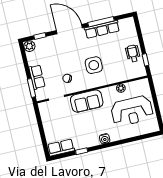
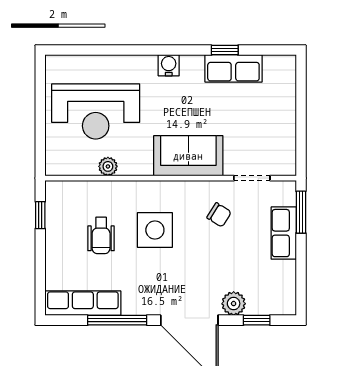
row of seats: (102, 29) -> (83, 303), moved
plant: (29, 46) -> (234, 304), moved
wheelchair: (133, 53) -> (101, 235), moved
reception desk: (132, 111) -> (96, 111), turned 180
row of seats: (61, 148) -> (233, 68), moved

